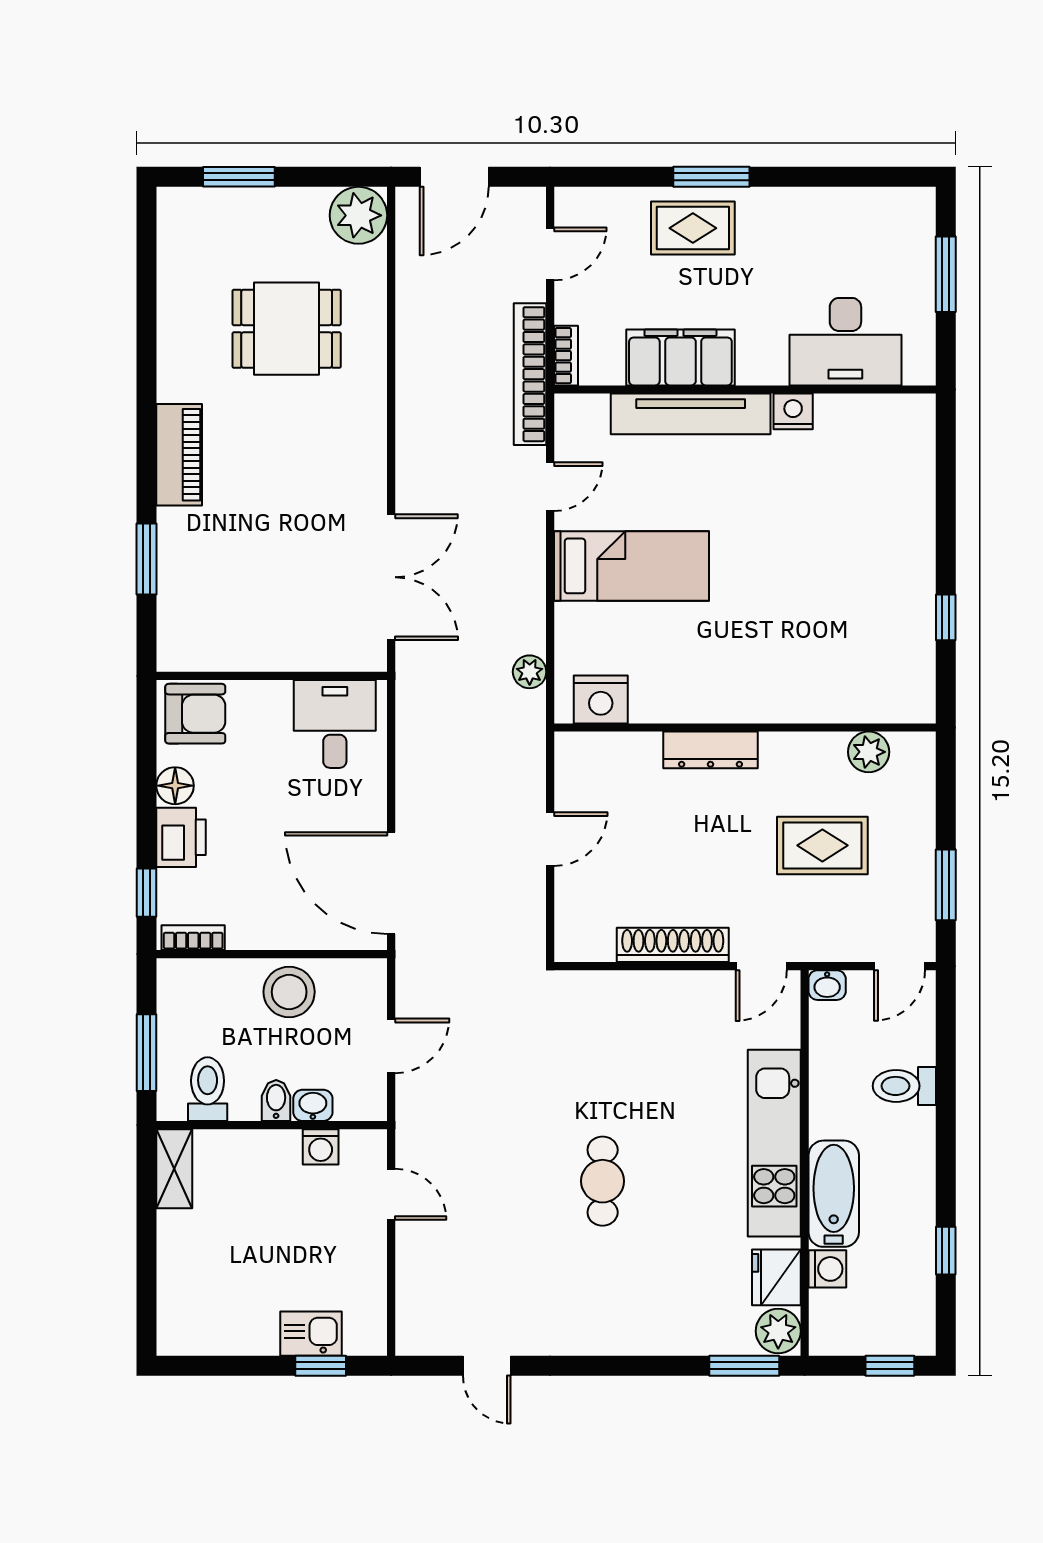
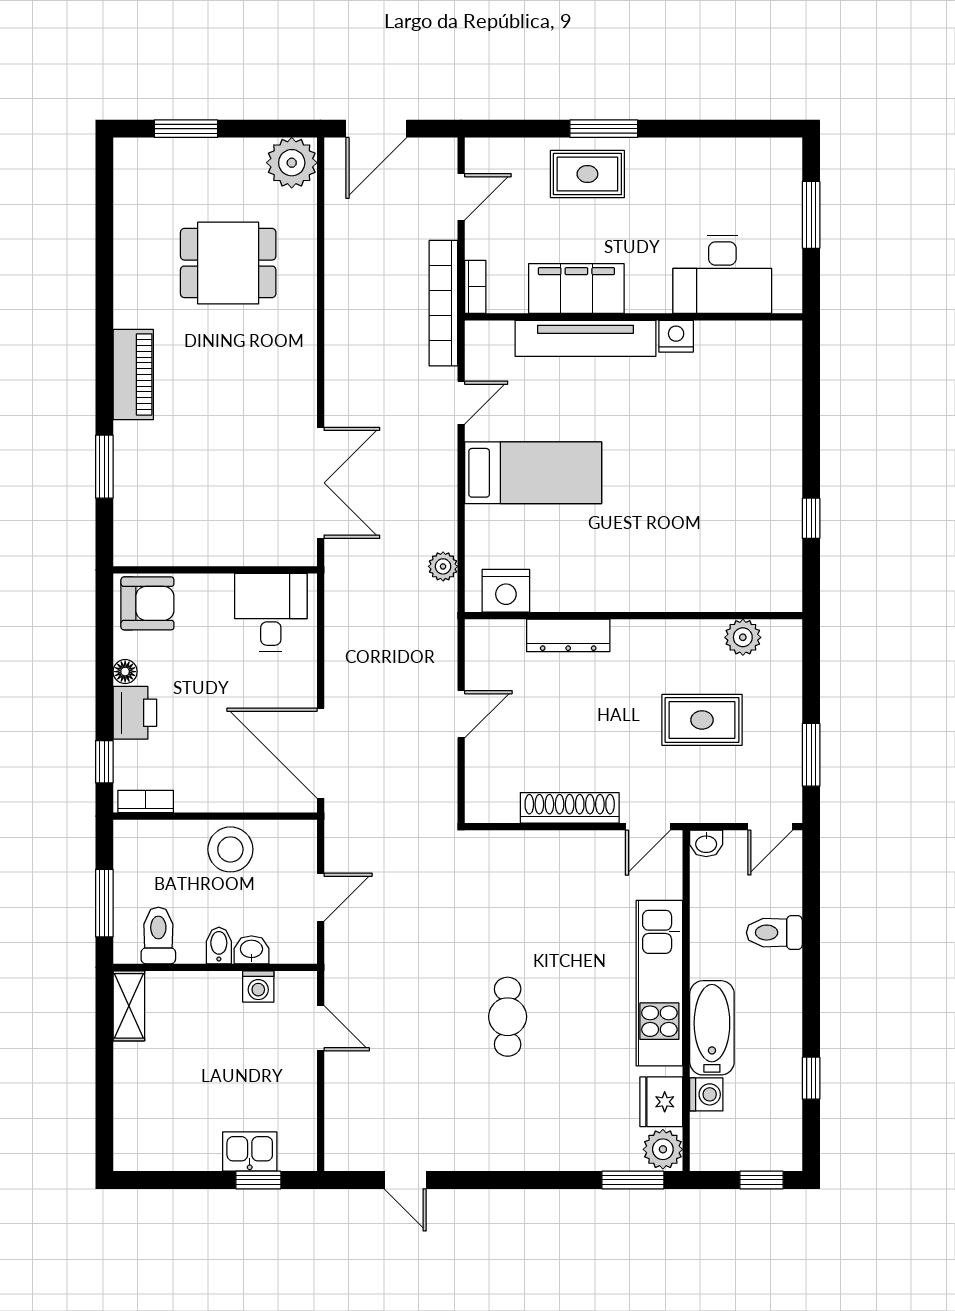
dresser: (711, 750) -> (568, 635), moved
floor lamp: (175, 786) -> (125, 672), width x0.73, depth x0.73

